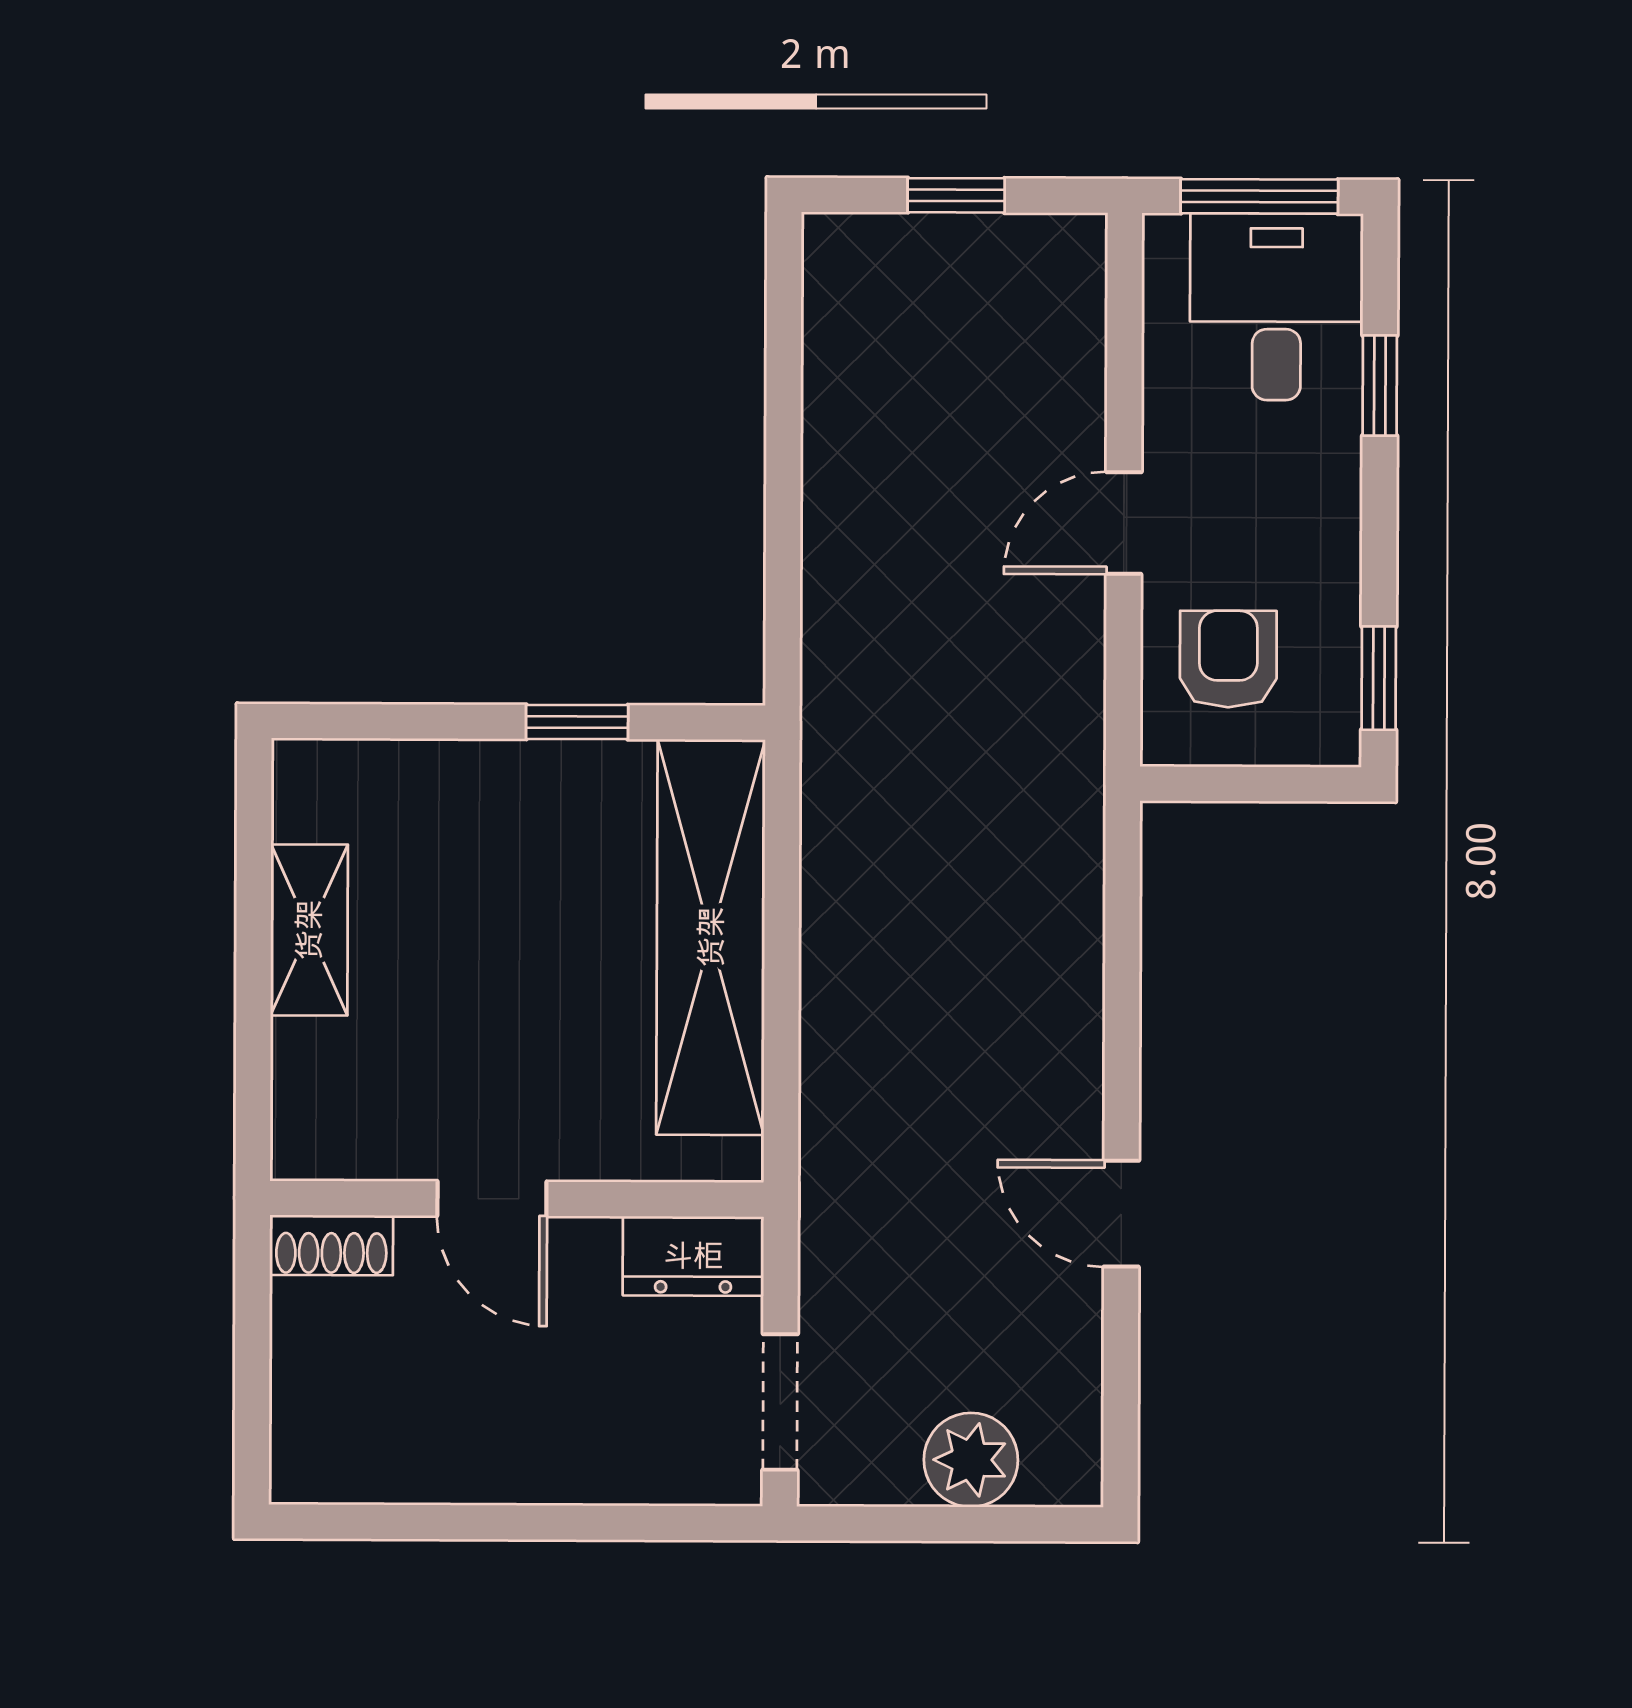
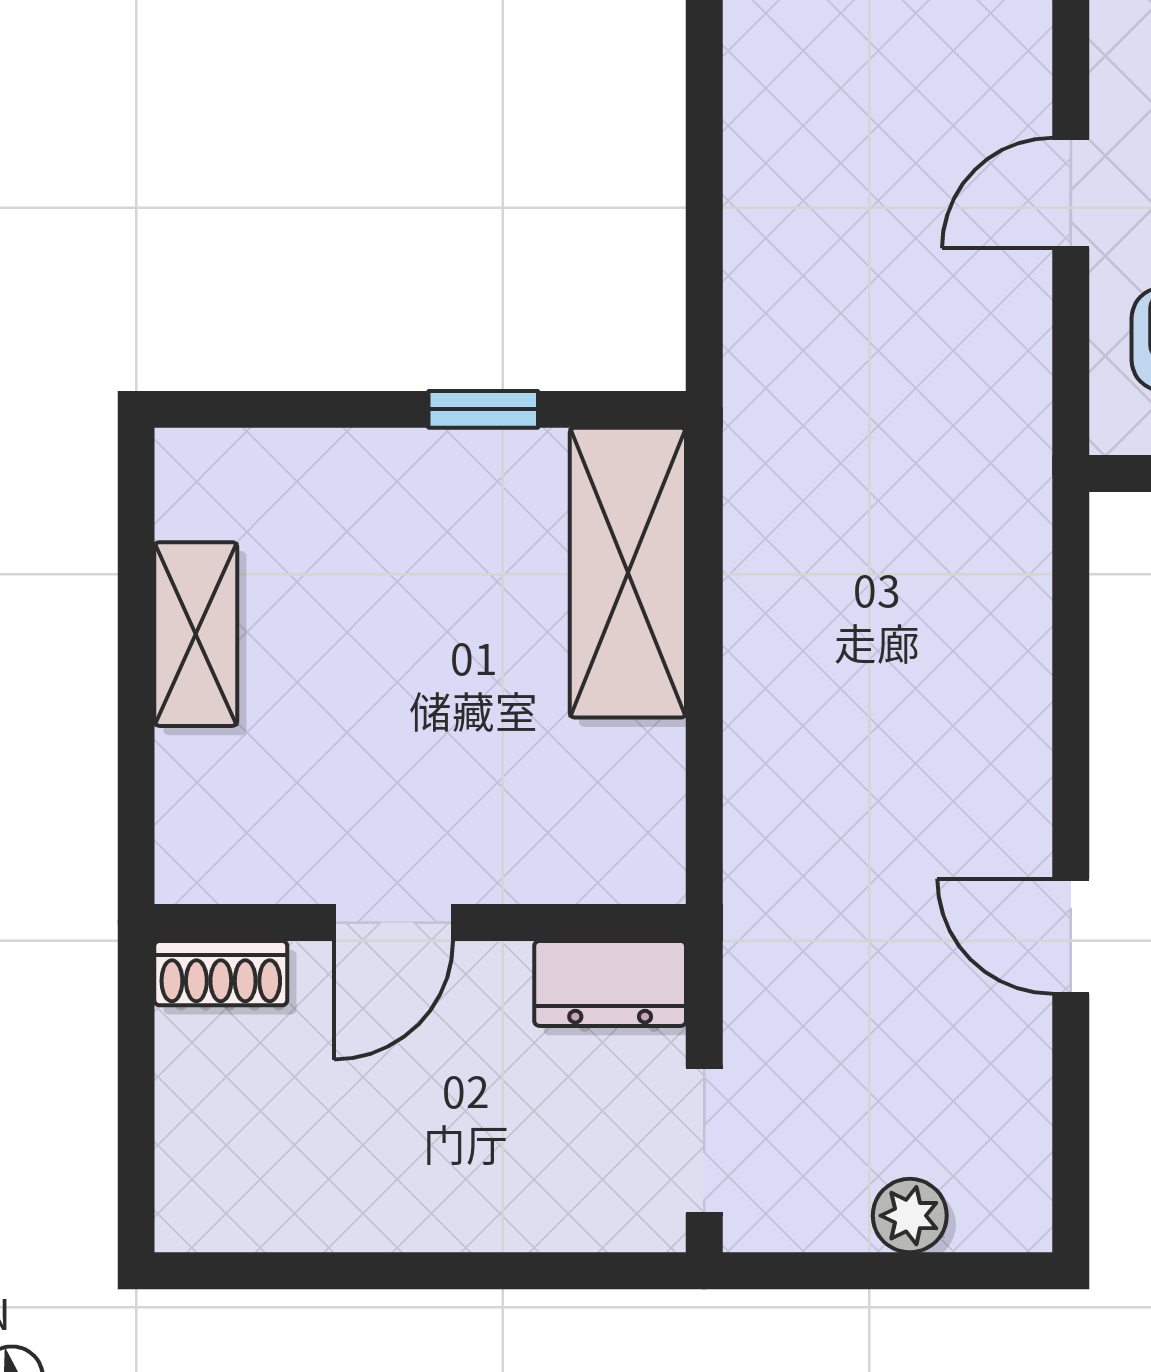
shelving: (711, 937) -> (628, 573), width x0.68
door: (492, 1199) -> (393, 923), hinge flipped
plant: (971, 1460) -> (910, 1216), width x0.73, depth x0.73

